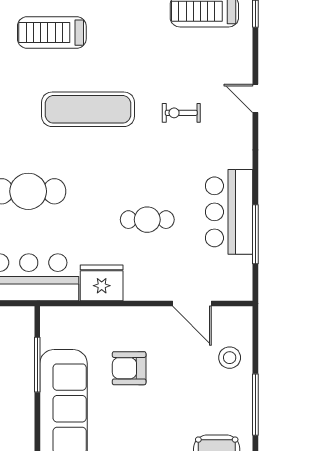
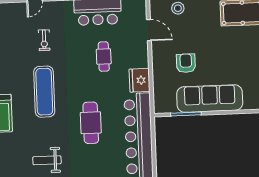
door: (192, 304) -> (149, 30), hinge flipped
armchair: (129, 368) -> (186, 63), turned 180

